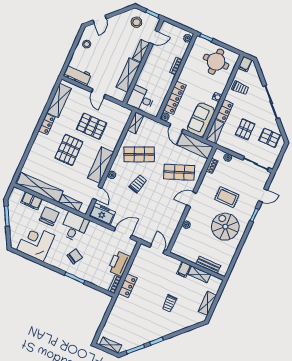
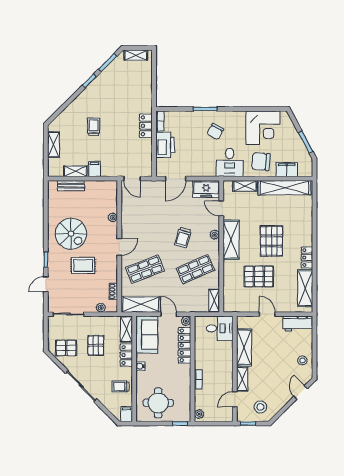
chair: (49, 216) -> (261, 162), turned 95

